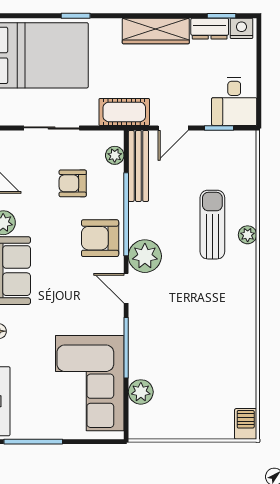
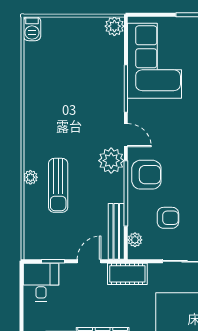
plant: (141, 392) -> (114, 26), moved

